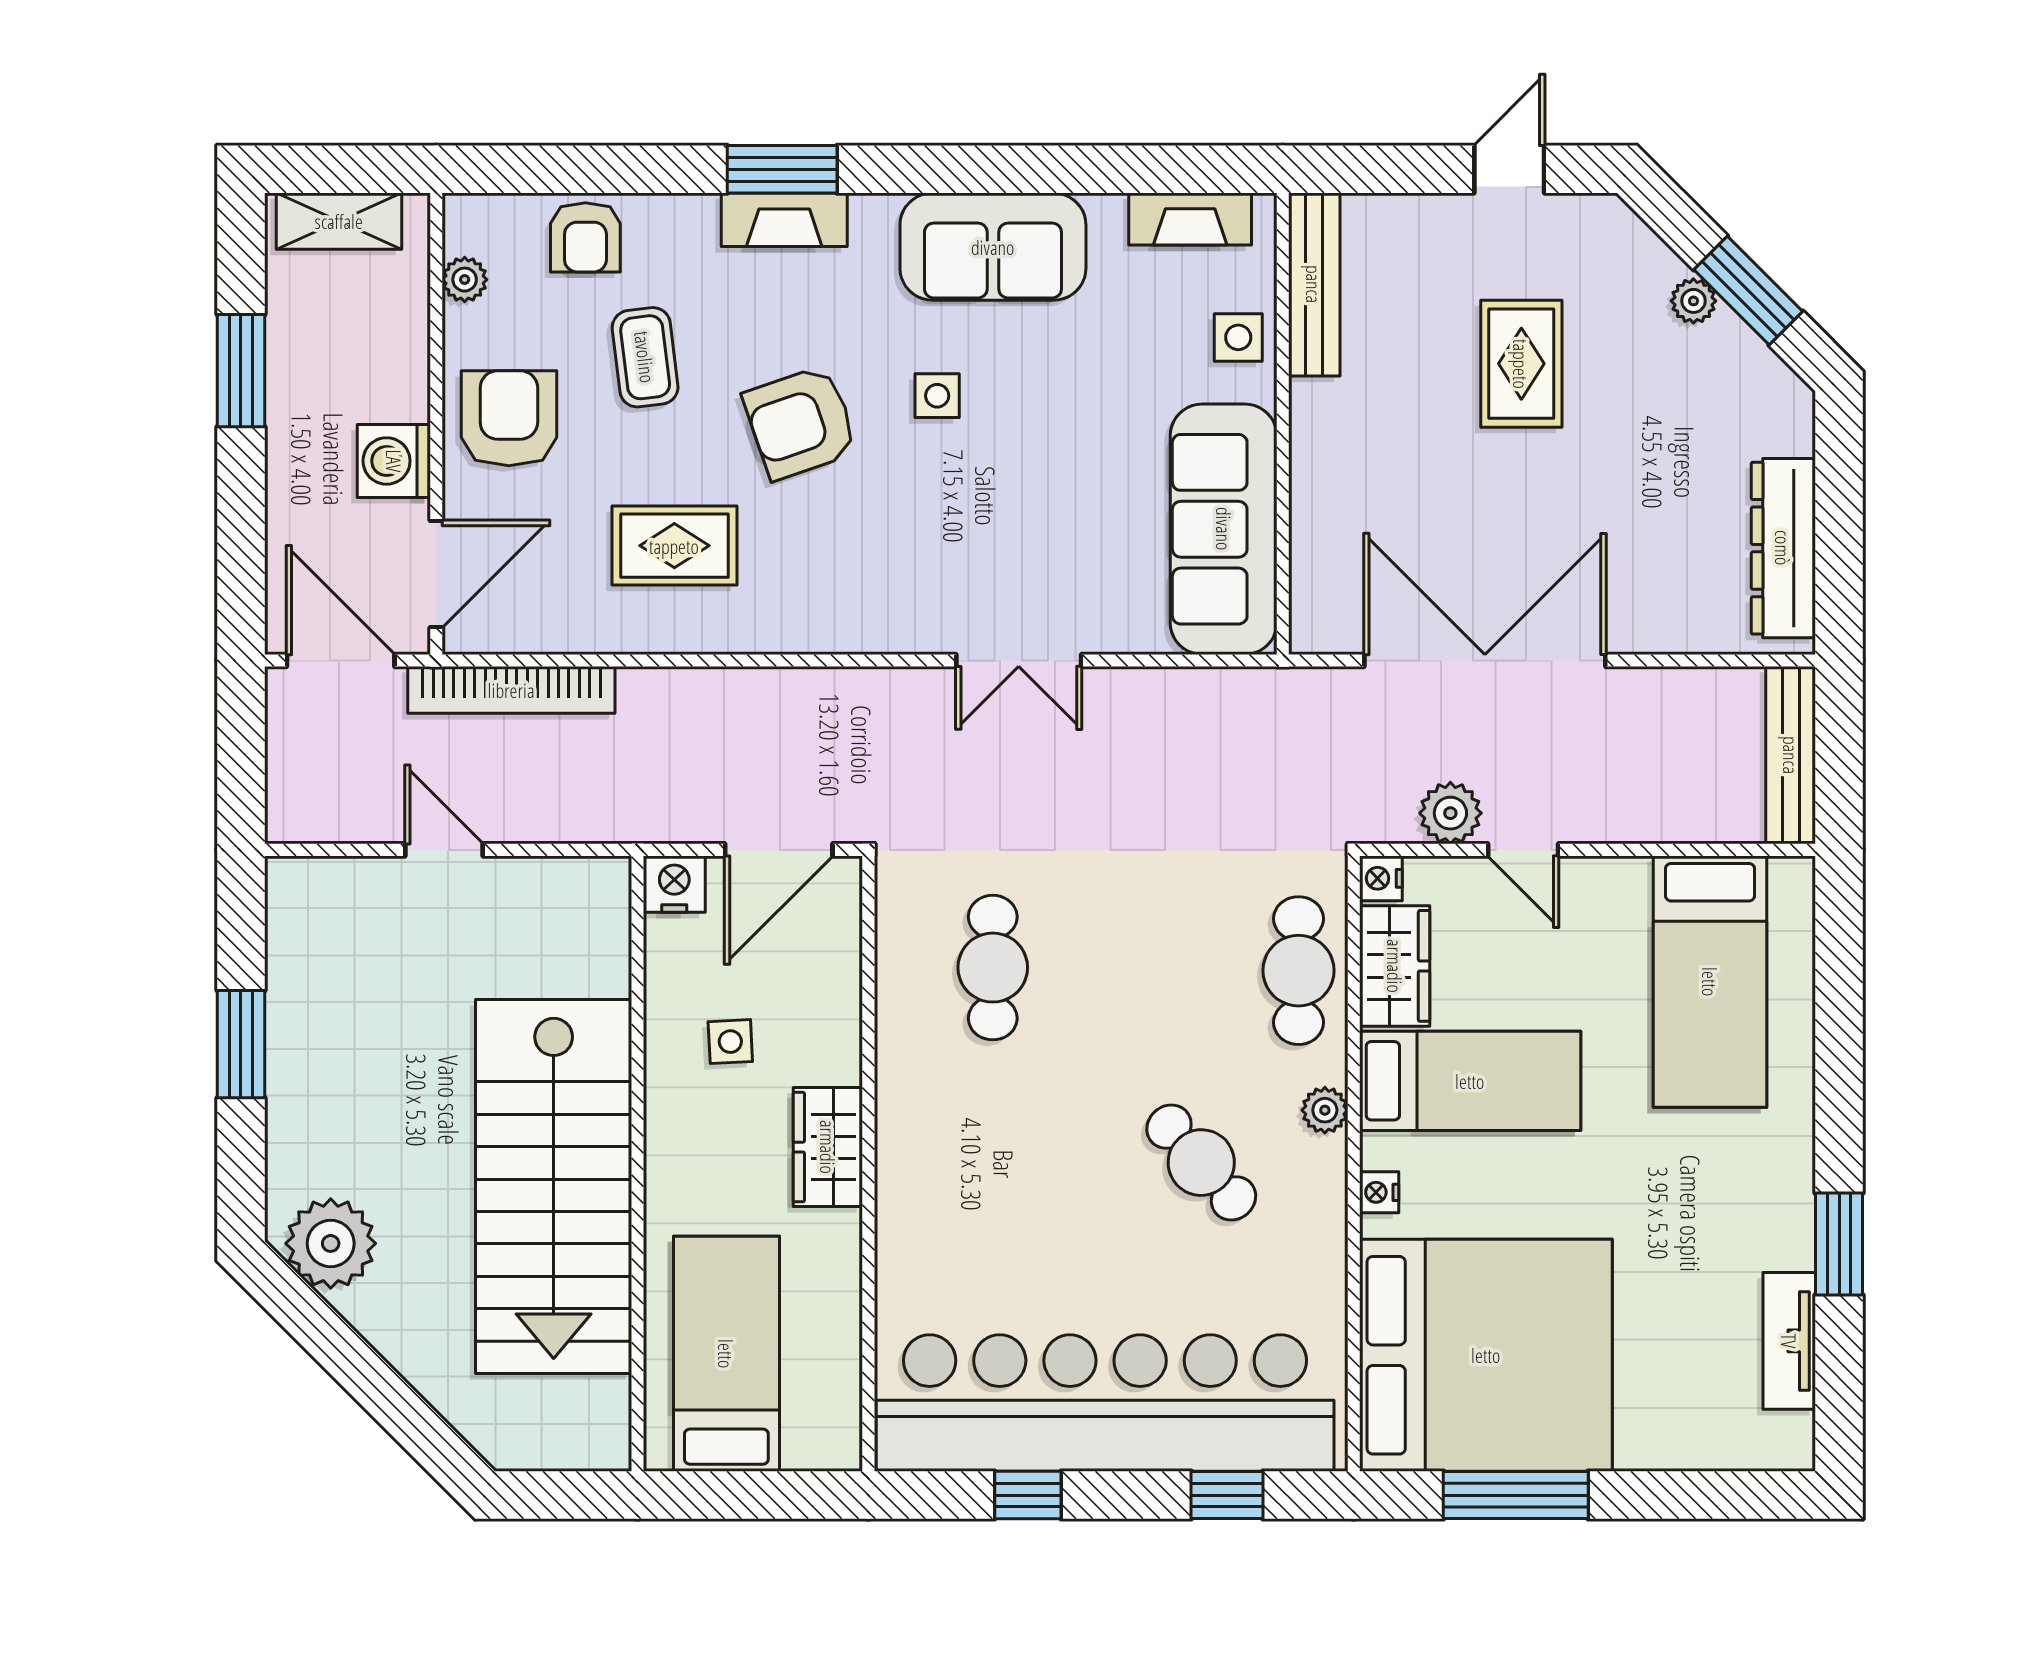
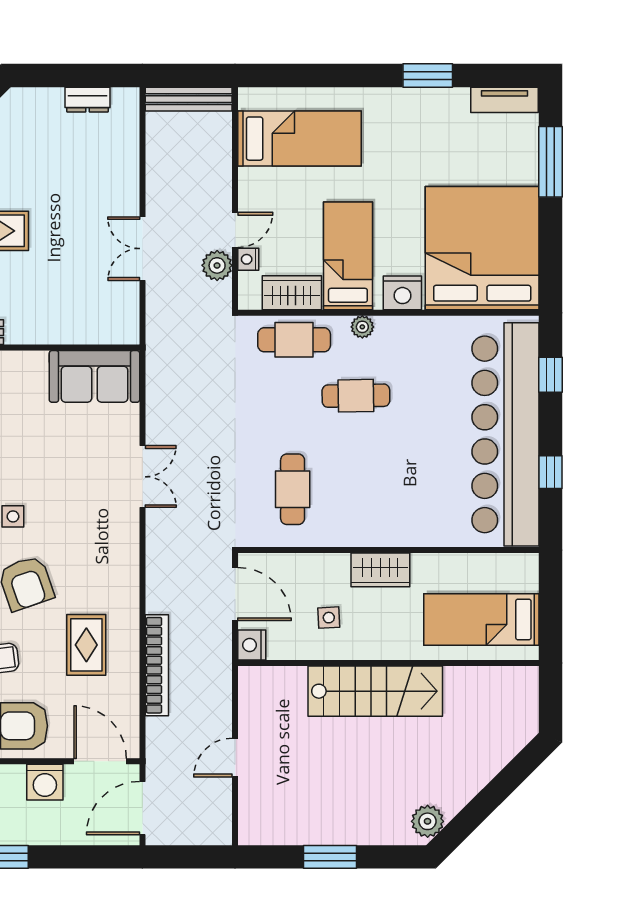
sofa: (1224, 529) -> (94, 376), width x0.73
dresser: (1783, 548) -> (87, 100), width x0.51, depth x0.80
double door: (1485, 660) -> (142, 249), width x0.54
bookcase: (511, 690) -> (157, 665), moved
nightstand: (1381, 878) -> (248, 259), moved, turned 90
cafe table: (993, 968) -> (293, 489), turned 90
cafe table: (1201, 1163) -> (356, 396), moved, turned 41
stairs: (554, 1187) -> (375, 691), width x0.73, depth x0.66
nightstand: (1379, 1192) -> (402, 293), width x1.89, depth x1.79
plant: (331, 1243) -> (428, 821), width x0.73, depth x0.73
tv unit: (1789, 1341) -> (504, 100), moved
window: (1516, 1495) -> (550, 162), moved

